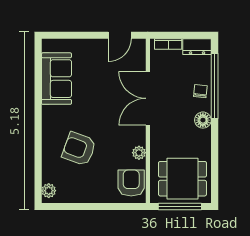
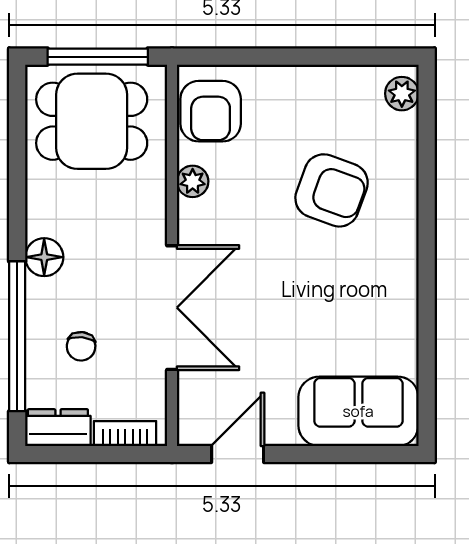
sofa: (56, 79) -> (358, 411), moved, turned 90
chair: (200, 91) -> (81, 346), moved

